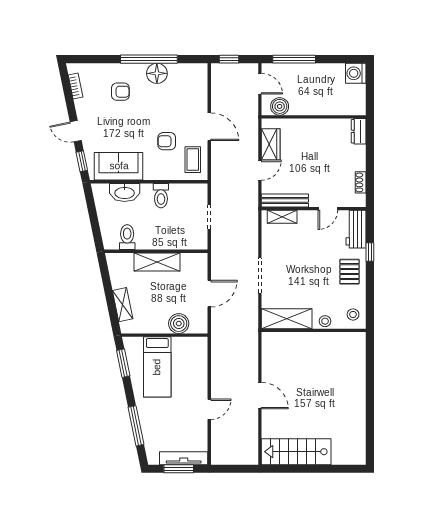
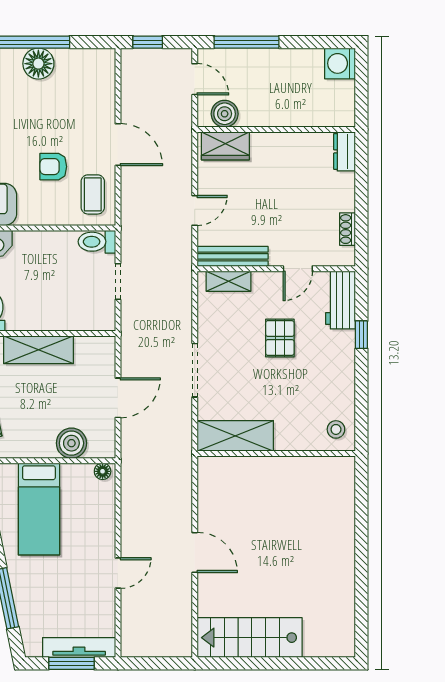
wardrobe: (271, 144) -> (225, 146), moved, turned 90
toilet: (161, 196) -> (97, 242), moved, turned 90
pallet: (350, 272) -> (280, 338), moved
stool: (325, 321) -> (293, 440), removed
floor lamp: (199, 342) -> (103, 471), added

